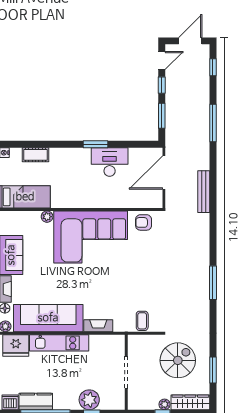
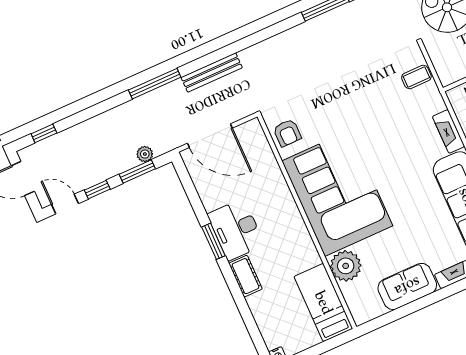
window: (213, 123) -> (155, 84), moved
plant: (171, 126) -> (145, 154), added
cot: (35, 155) -> (245, 276), moved
desk: (110, 162) -> (236, 230), moved
plant: (47, 217) -> (346, 266), width x1.87, depth x1.87

